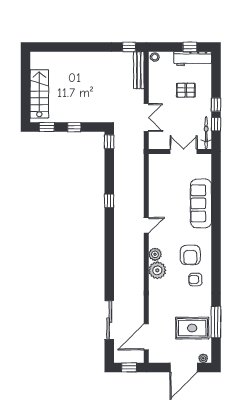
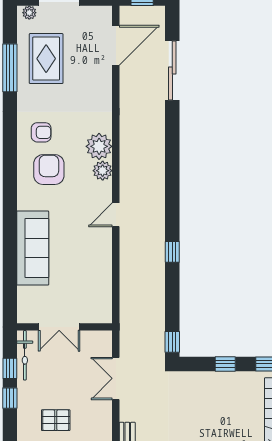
rug: (192, 328) -> (46, 59), turned 90

